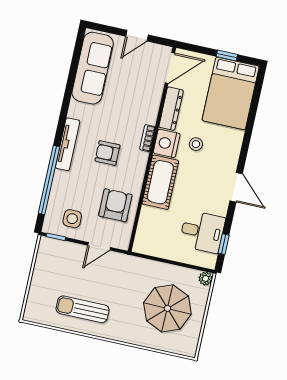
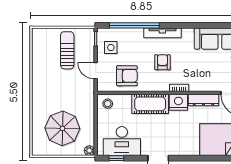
stool: (196, 144) -> (108, 104), moved
desk: (202, 232) -> (122, 141), width x1.37
sun lounger: (83, 309) -> (67, 50), moved

